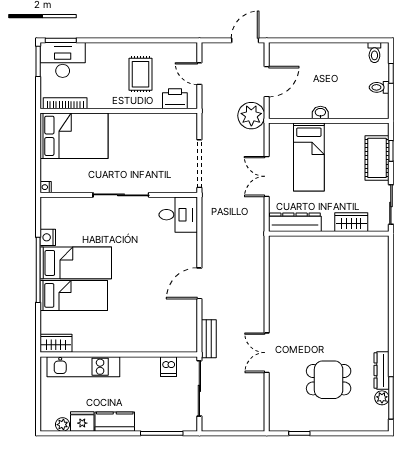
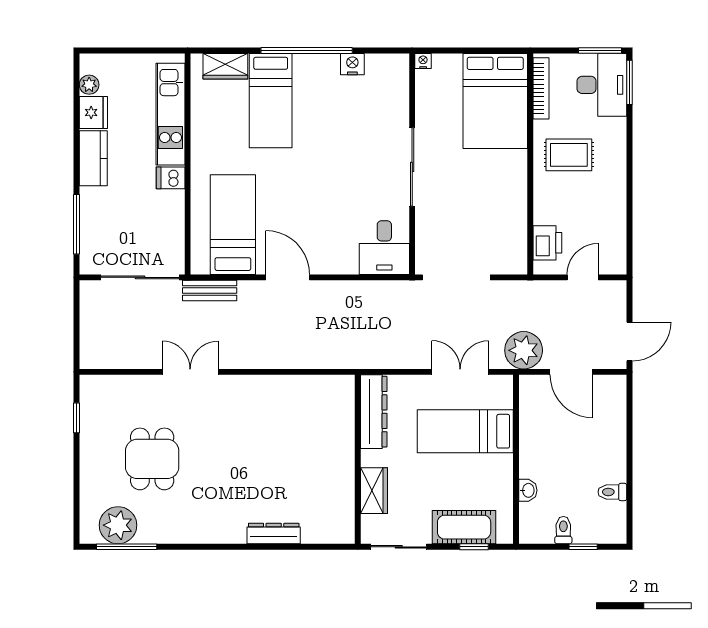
door: (245, 40) -> (629, 342), hinge flipped
toilet: (374, 53) -> (612, 492), moved
rug: (140, 74) -> (569, 155), moved
washbasin: (320, 113) -> (528, 490), moved
double door: (267, 176) -> (460, 372), moved
bed: (76, 263) -> (233, 225), moved, turned 180
wardrobe: (56, 343) -> (225, 66), moved, turned 90
dishwasher: (169, 367) -> (171, 178), moved
dresser: (382, 370) -> (274, 534), moved
plant: (382, 398) -> (118, 525), width x1.88, depth x1.88

